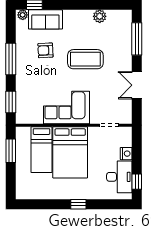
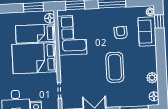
floor lamp: (122, 15) -> (154, 96), added
corner sofa: (66, 107) -> (72, 35), moved
floor lamp: (24, 132) -> (50, 18), added

